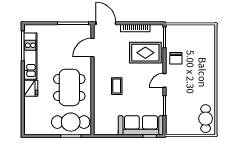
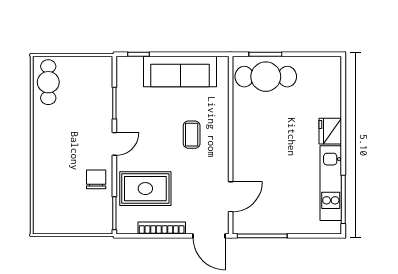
dining table: (69, 87) -> (268, 132), removed
sofa: (141, 125) -> (180, 71), moved

